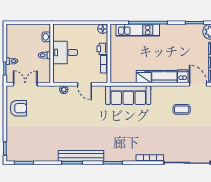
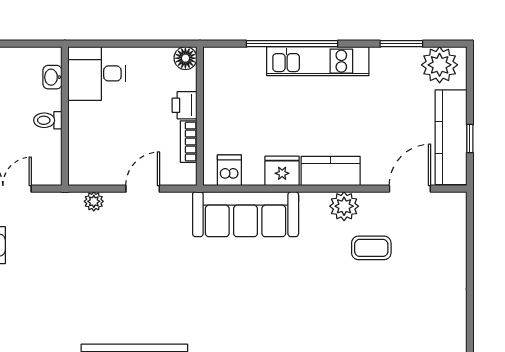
kitchen unit: (138, 30) -> (318, 61), moved
desk: (65, 52) -> (97, 73), moved
dishwasher: (183, 76) -> (229, 170), moved
door: (85, 84) -> (143, 189), swing flipped
door: (198, 84) -> (410, 189), hinge flipped
plant: (170, 92) -> (344, 206), added

